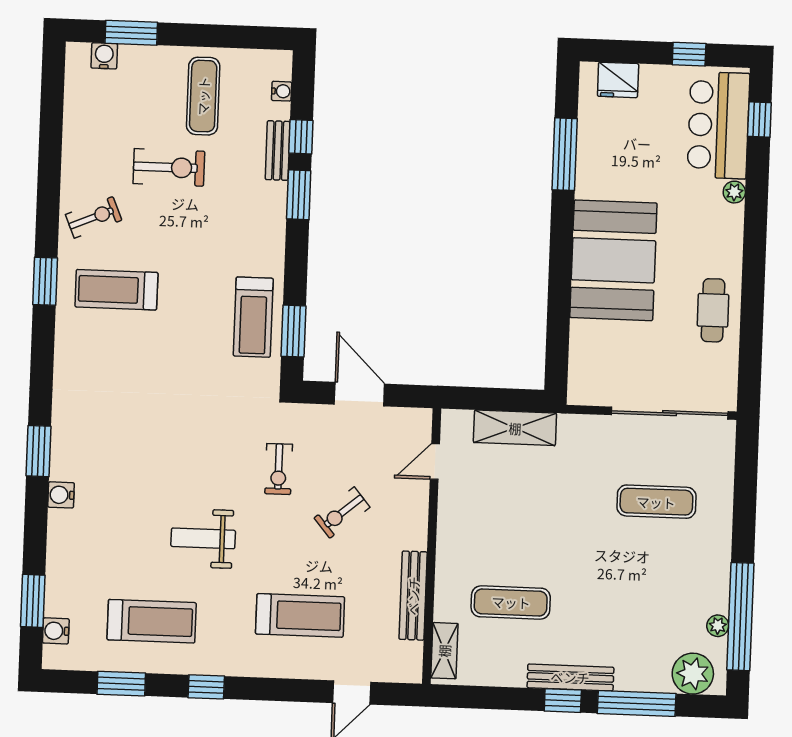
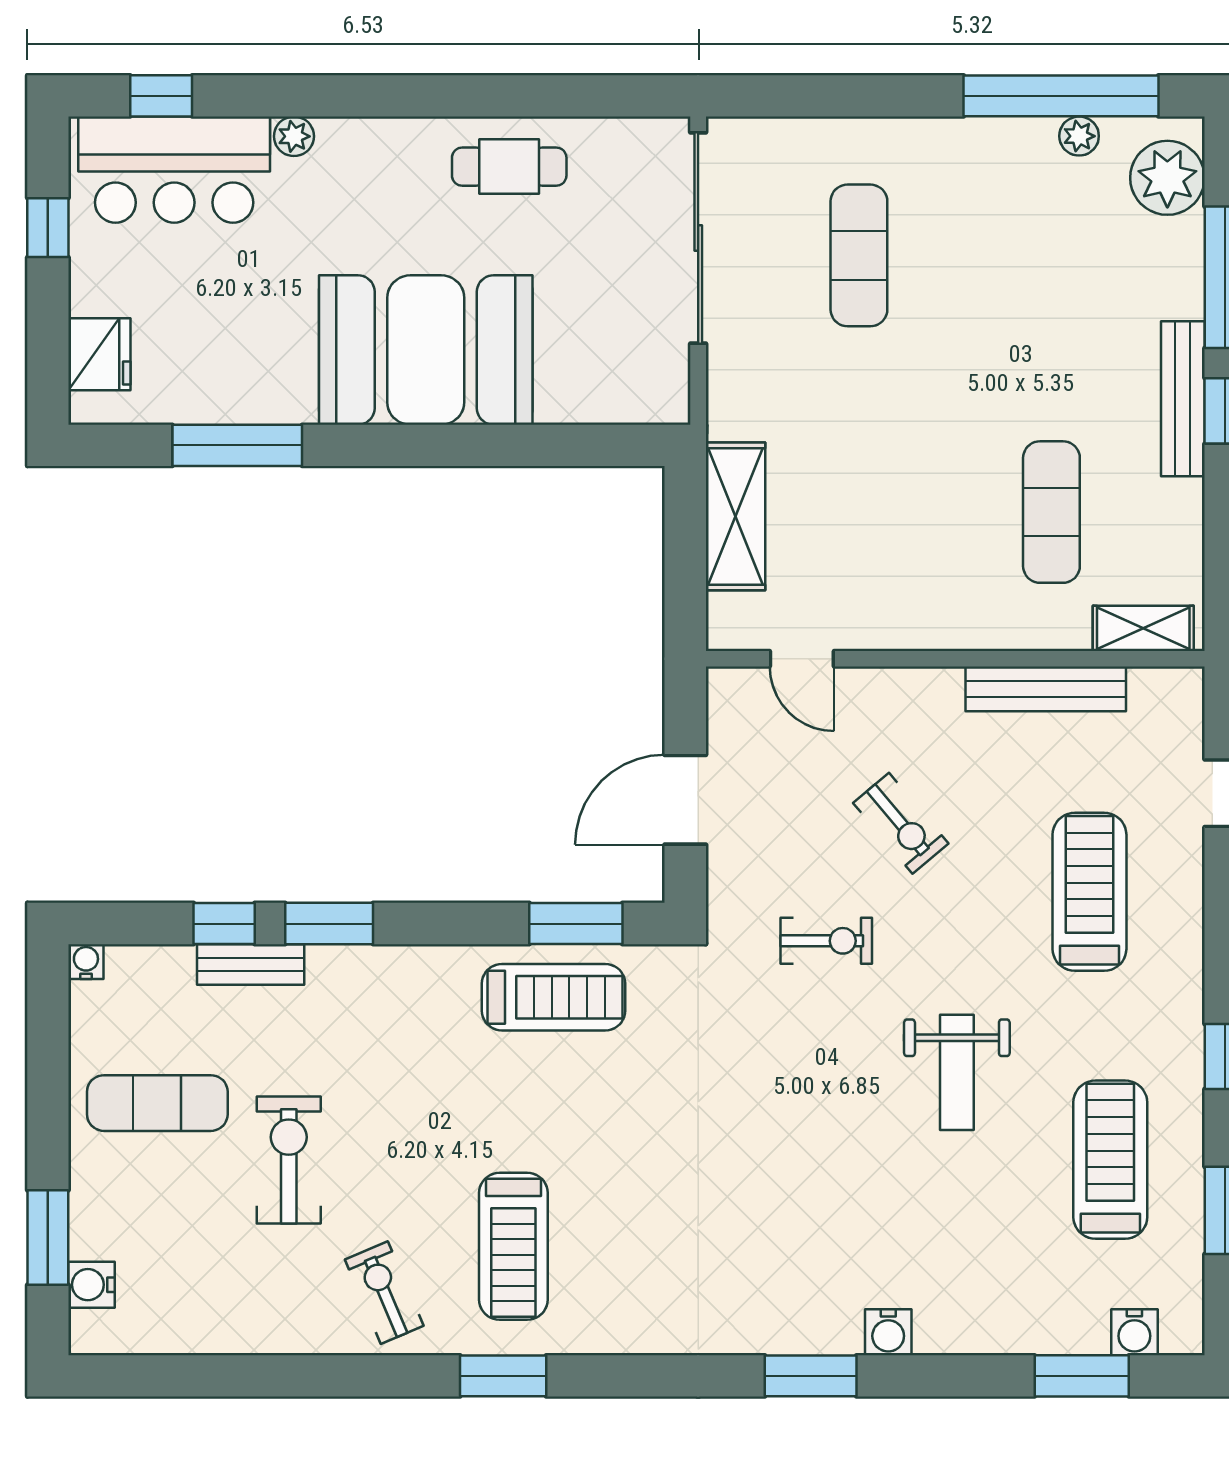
water cooler: (282, 91) -> (86, 962), moved

